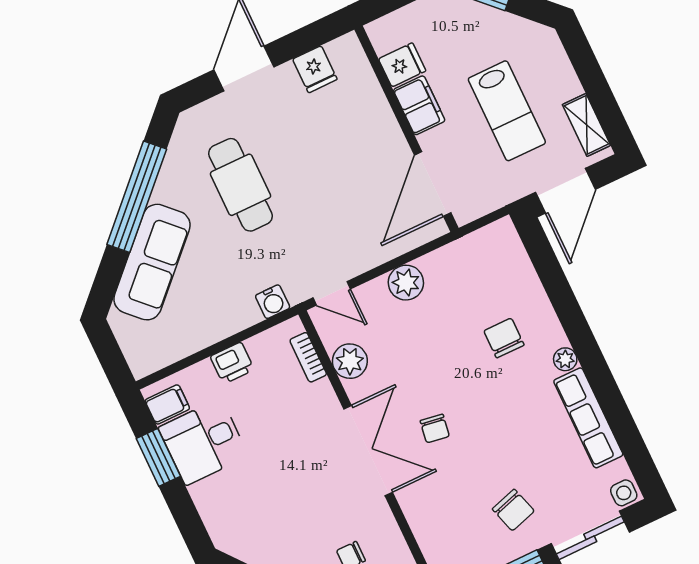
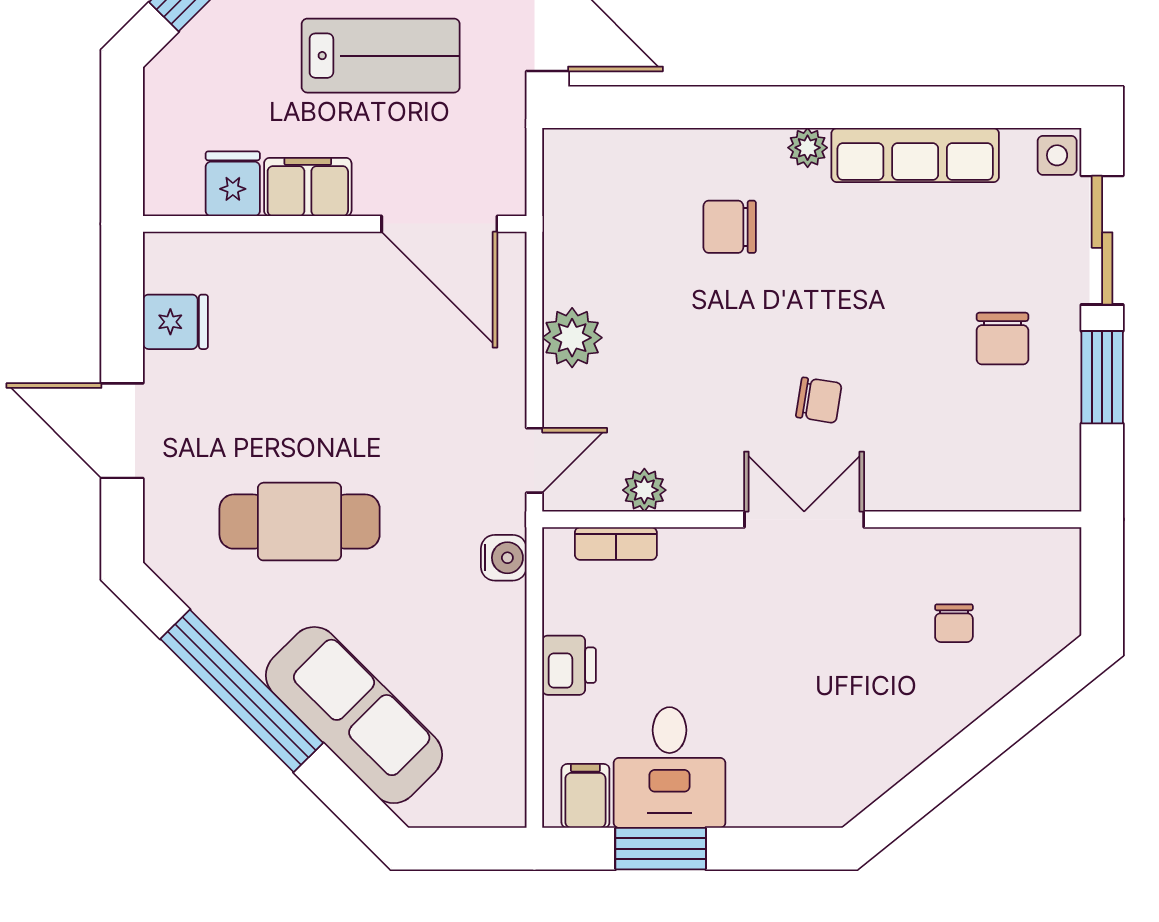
plant: (350, 361) -> (644, 490), width x0.73, depth x0.73
double door: (368, 451) -> (804, 519), width x0.73
chair: (513, 510) -> (1002, 339), turned 107

